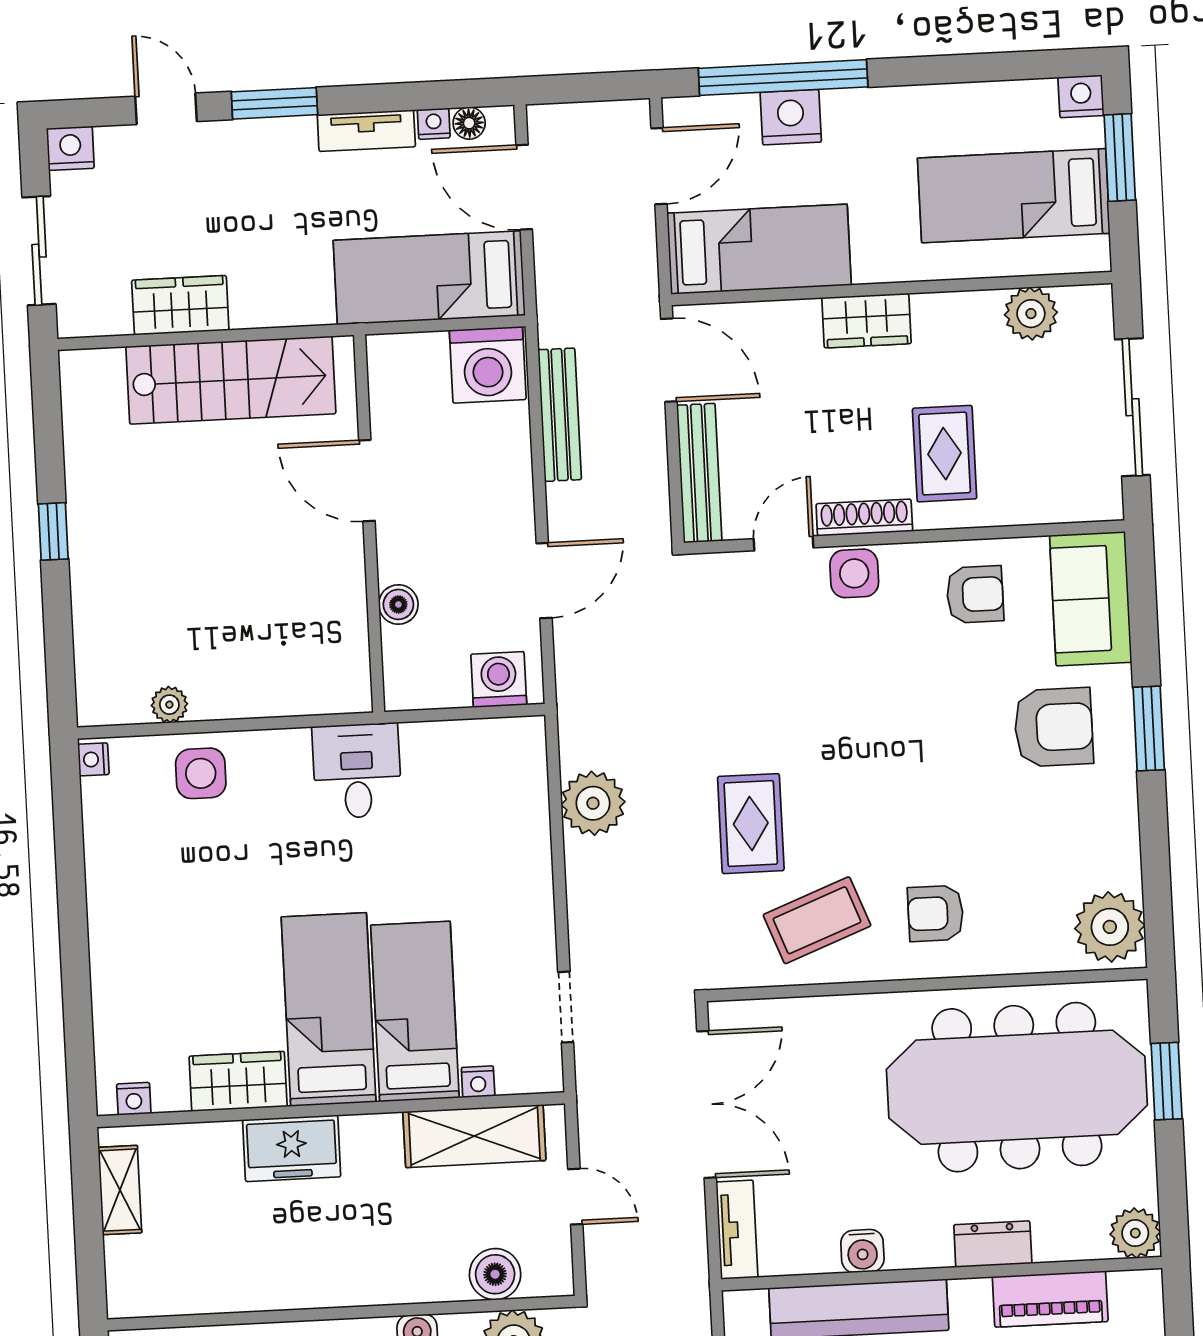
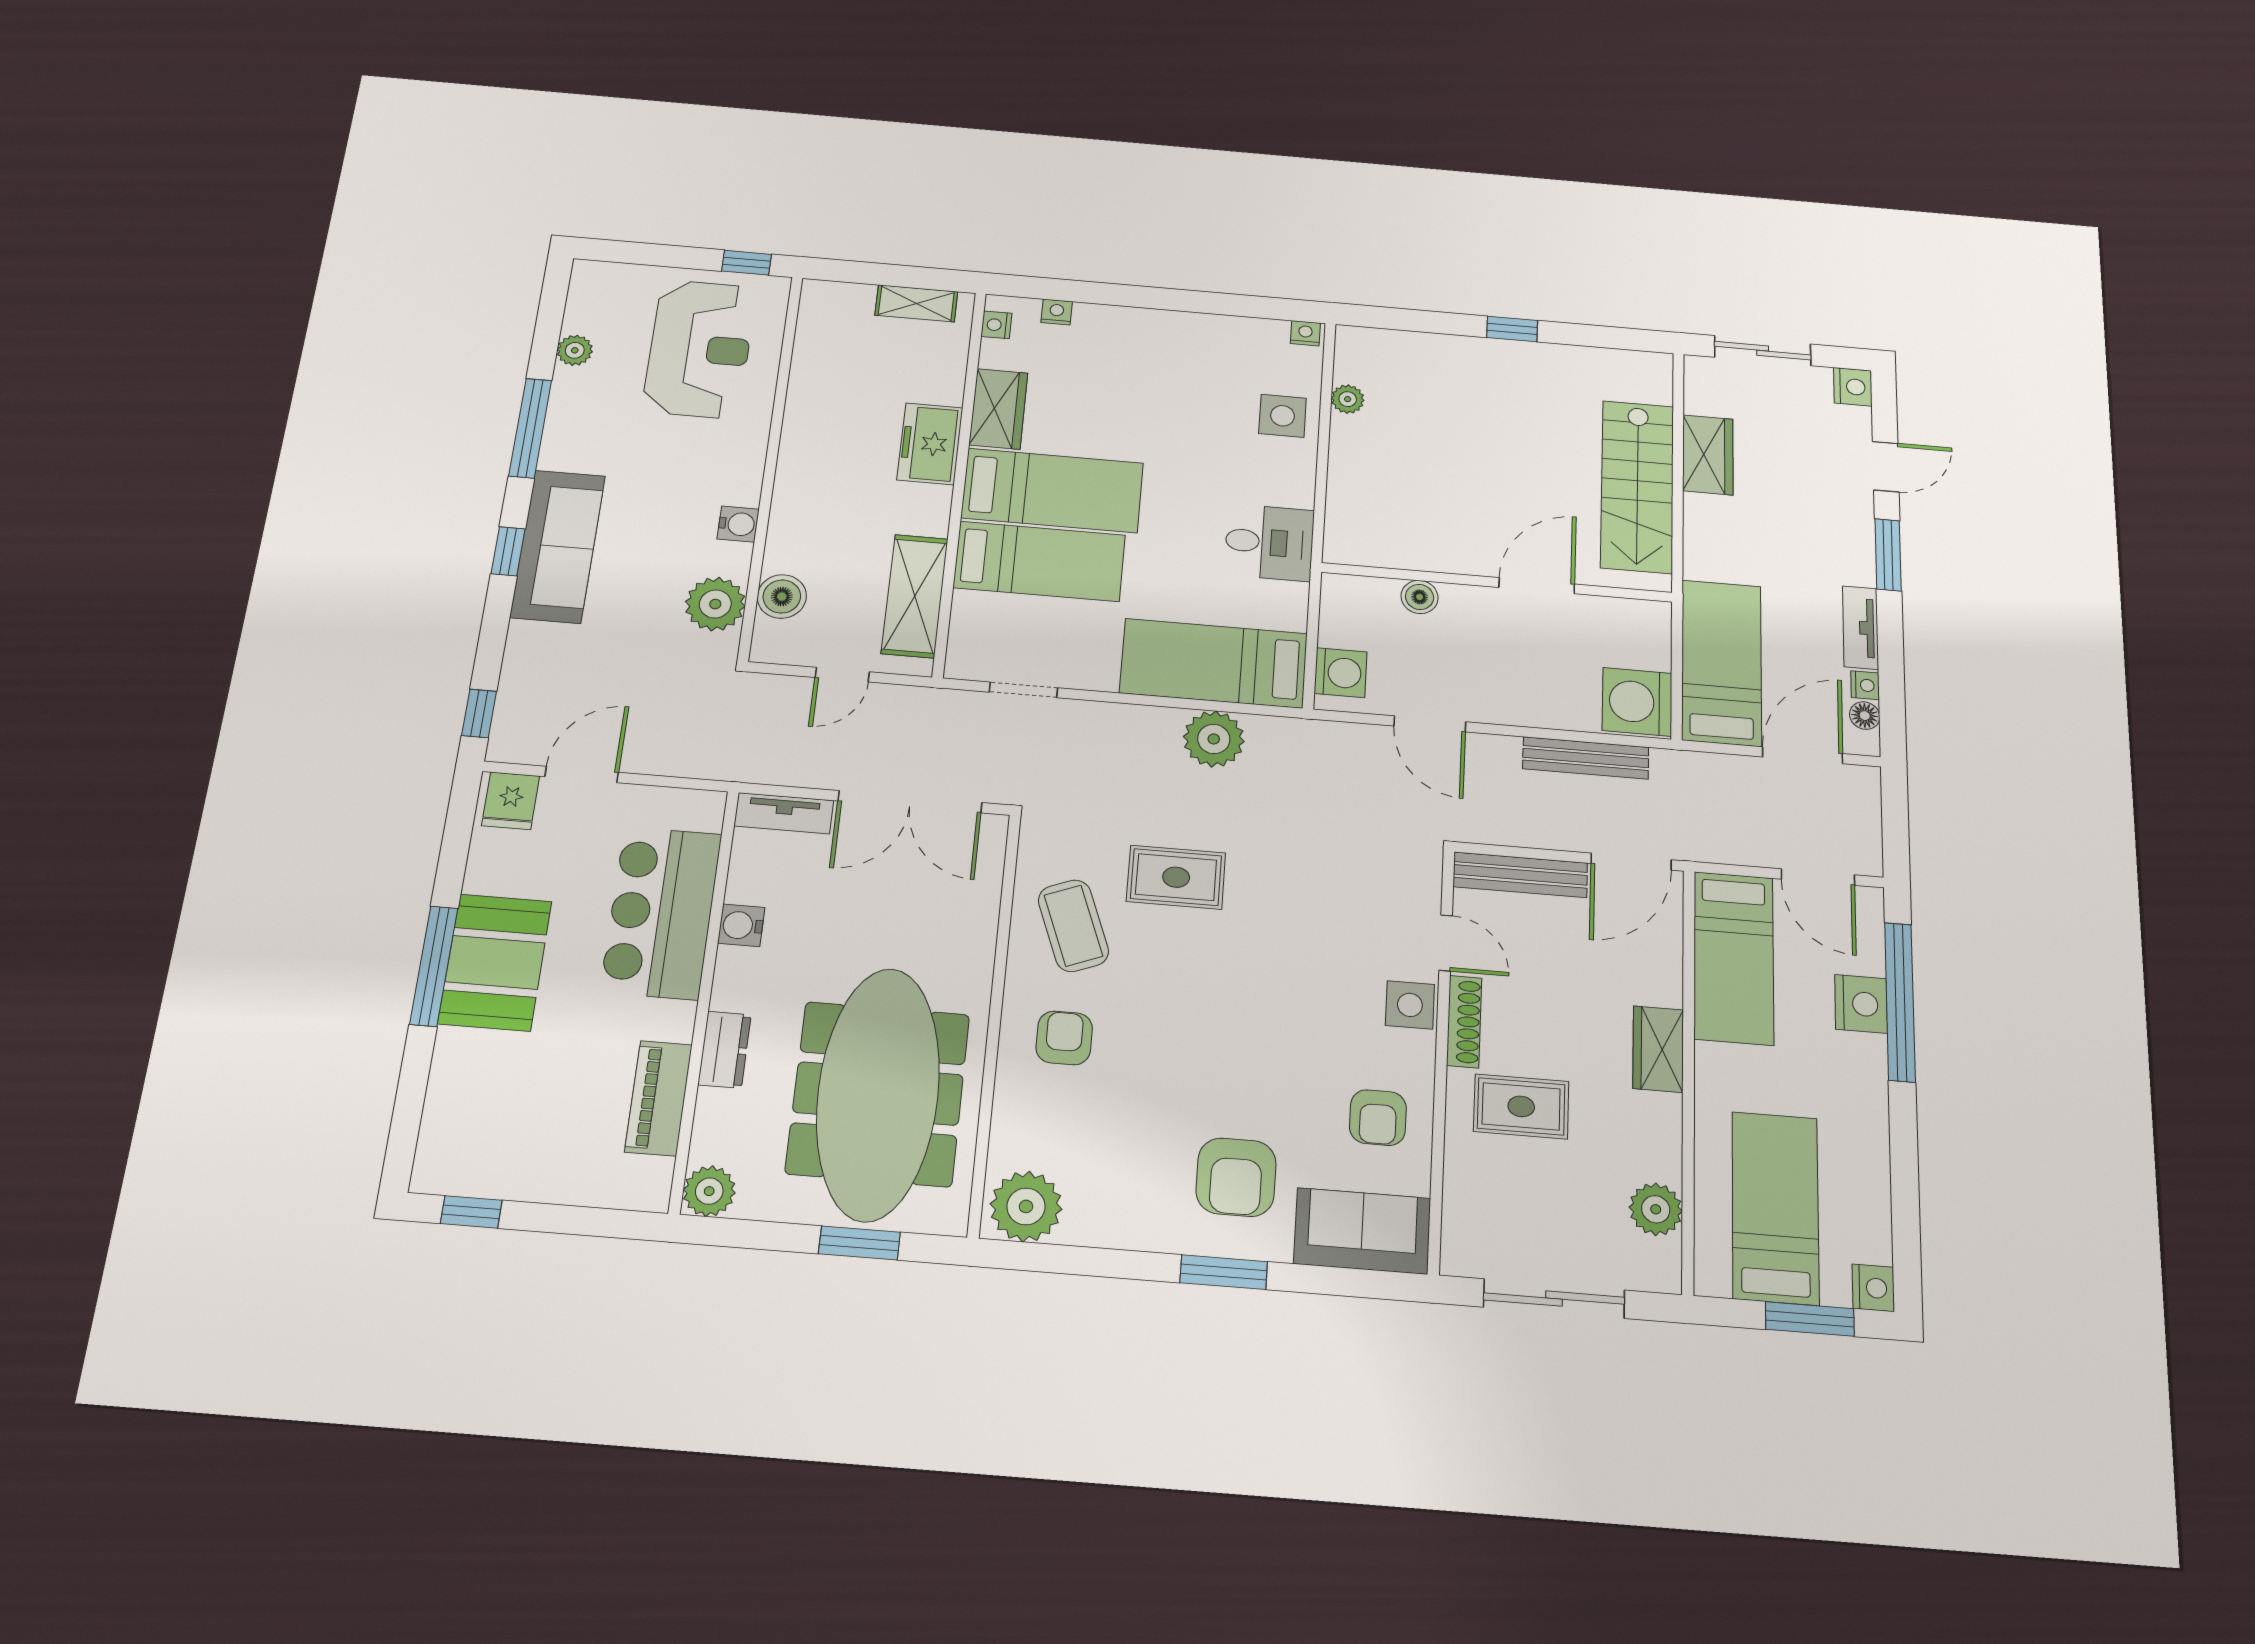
bed: (507, 813) -> (1214, 663), added
nightstand: (478, 1082) -> (1057, 312), moved, turned 90

